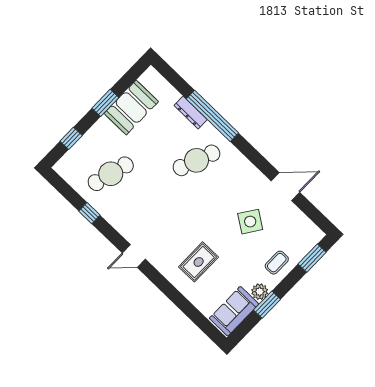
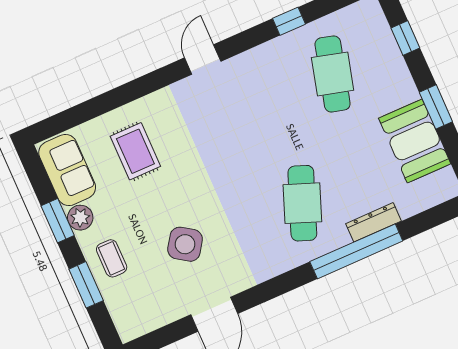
window: (312, 258) -> (86, 285), moved
rug: (199, 262) -> (135, 151), moved

